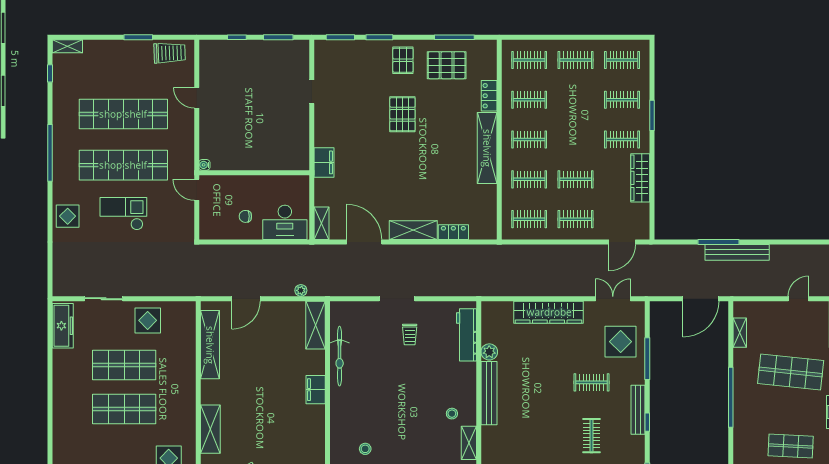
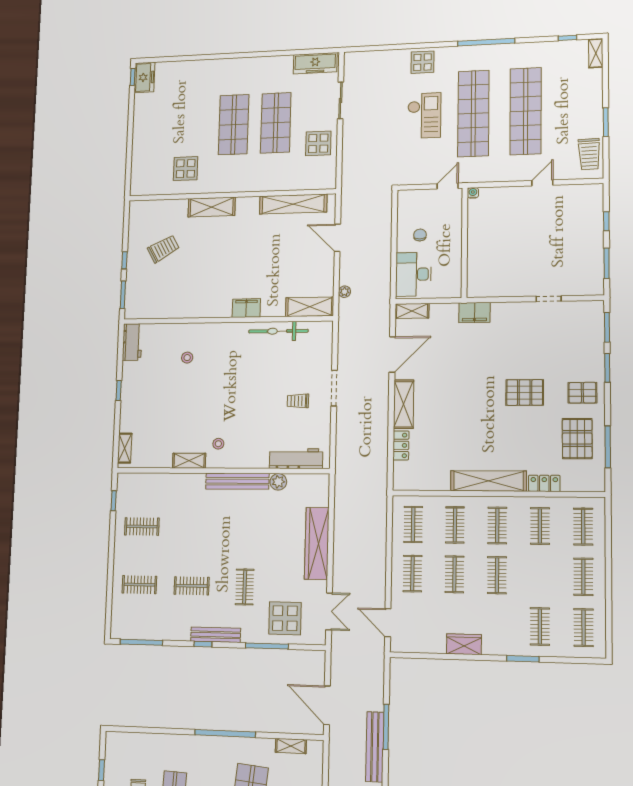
clothes rail: (622, 140) -> (497, 575), moved
wardrobe: (640, 178) -> (464, 644), width x0.67

